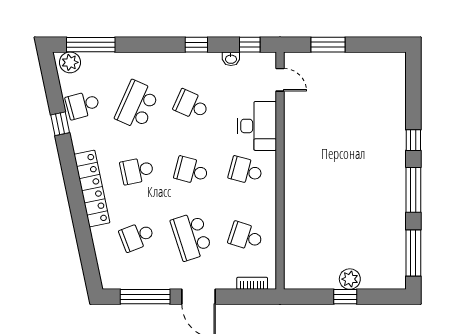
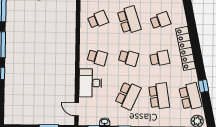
school desk: (83, 105) -> (190, 97), width x1.85
school desk: (137, 105) -> (159, 96), turned -33
school desk: (191, 105) -> (128, 96), width x1.85
school desk: (246, 236) -> (98, 20), turned -42

